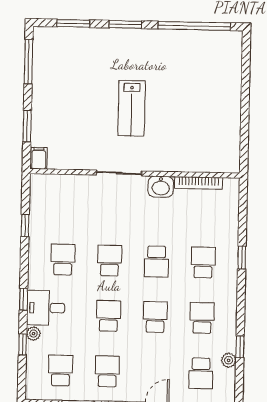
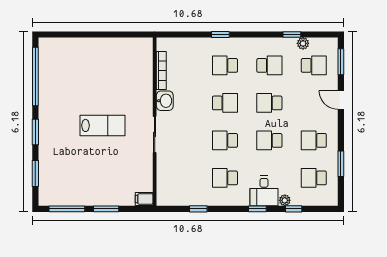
window: (27, 126) -> (106, 209), moved
school desk: (202, 318) -> (269, 65), turned 180

